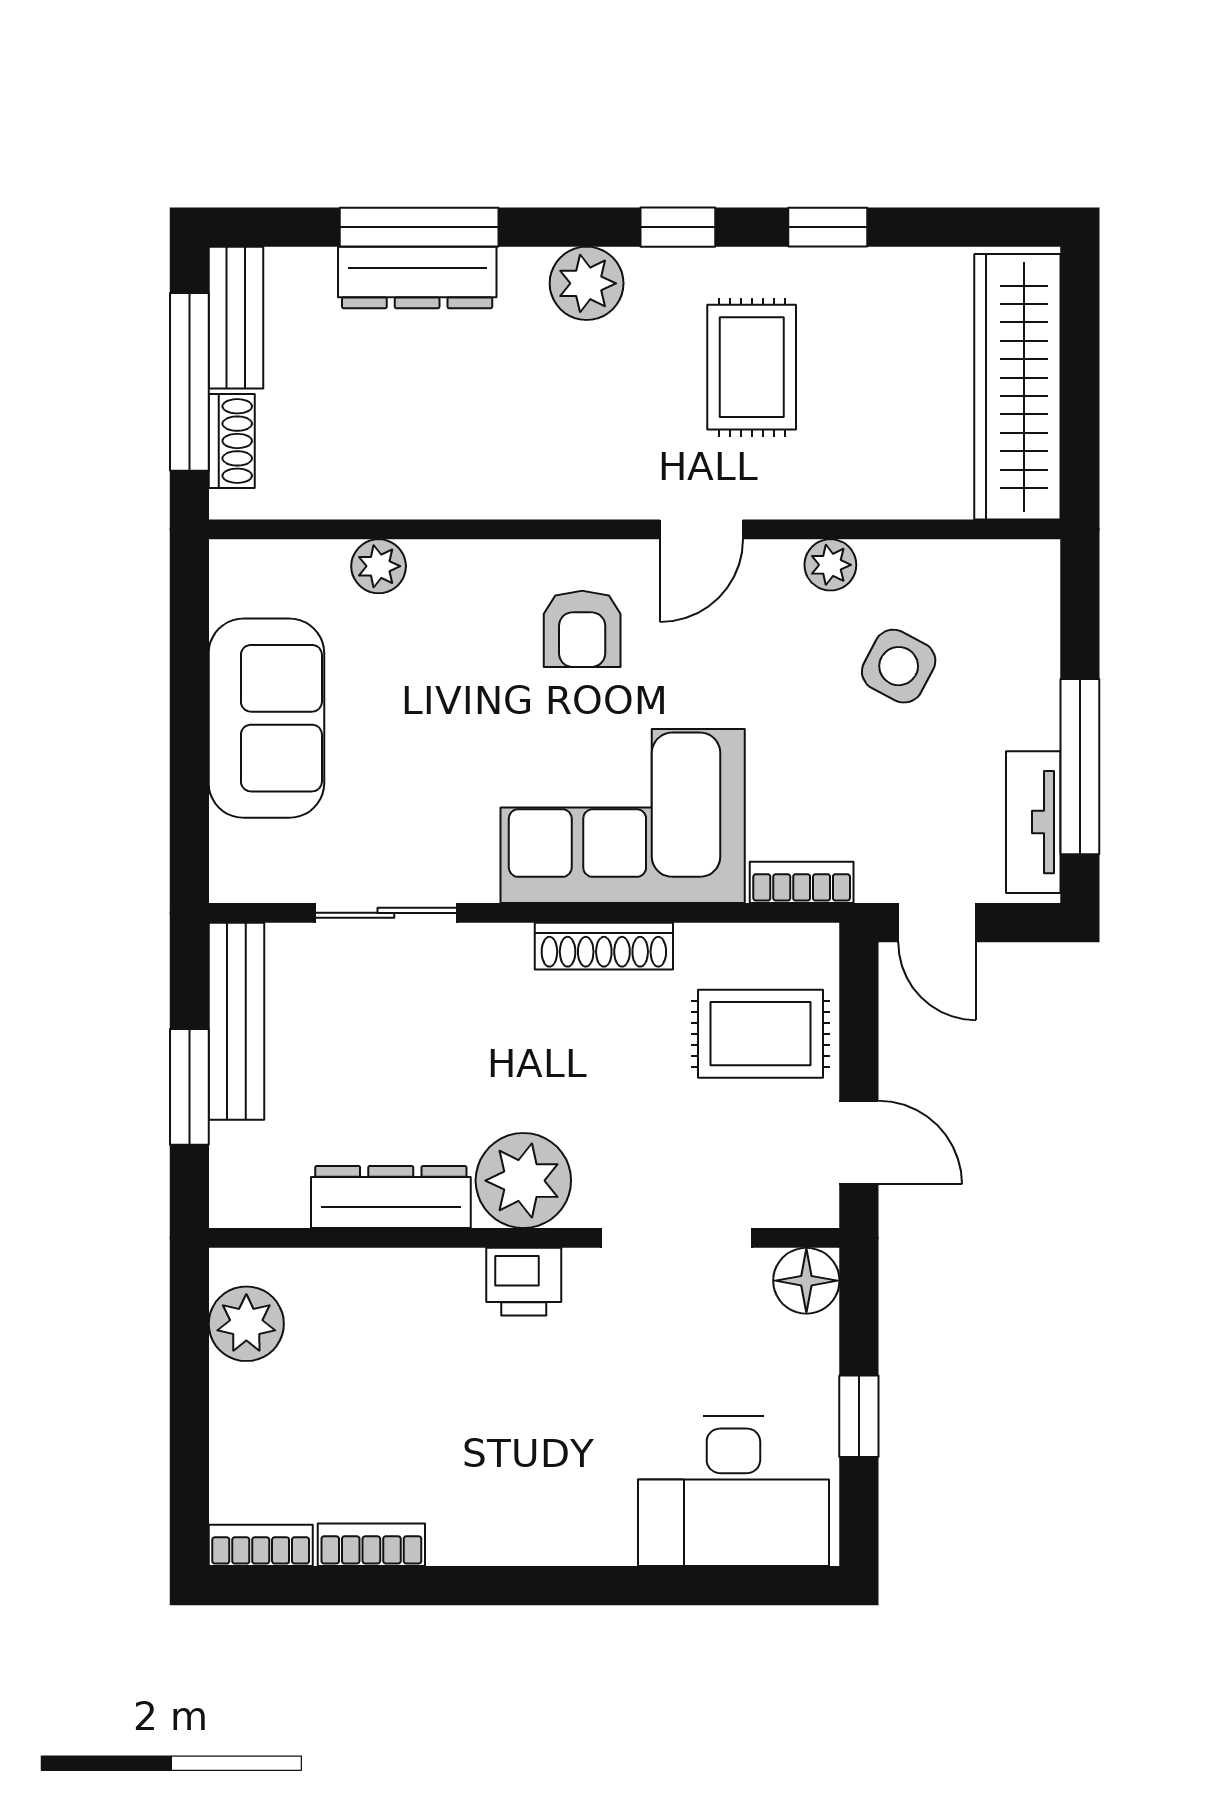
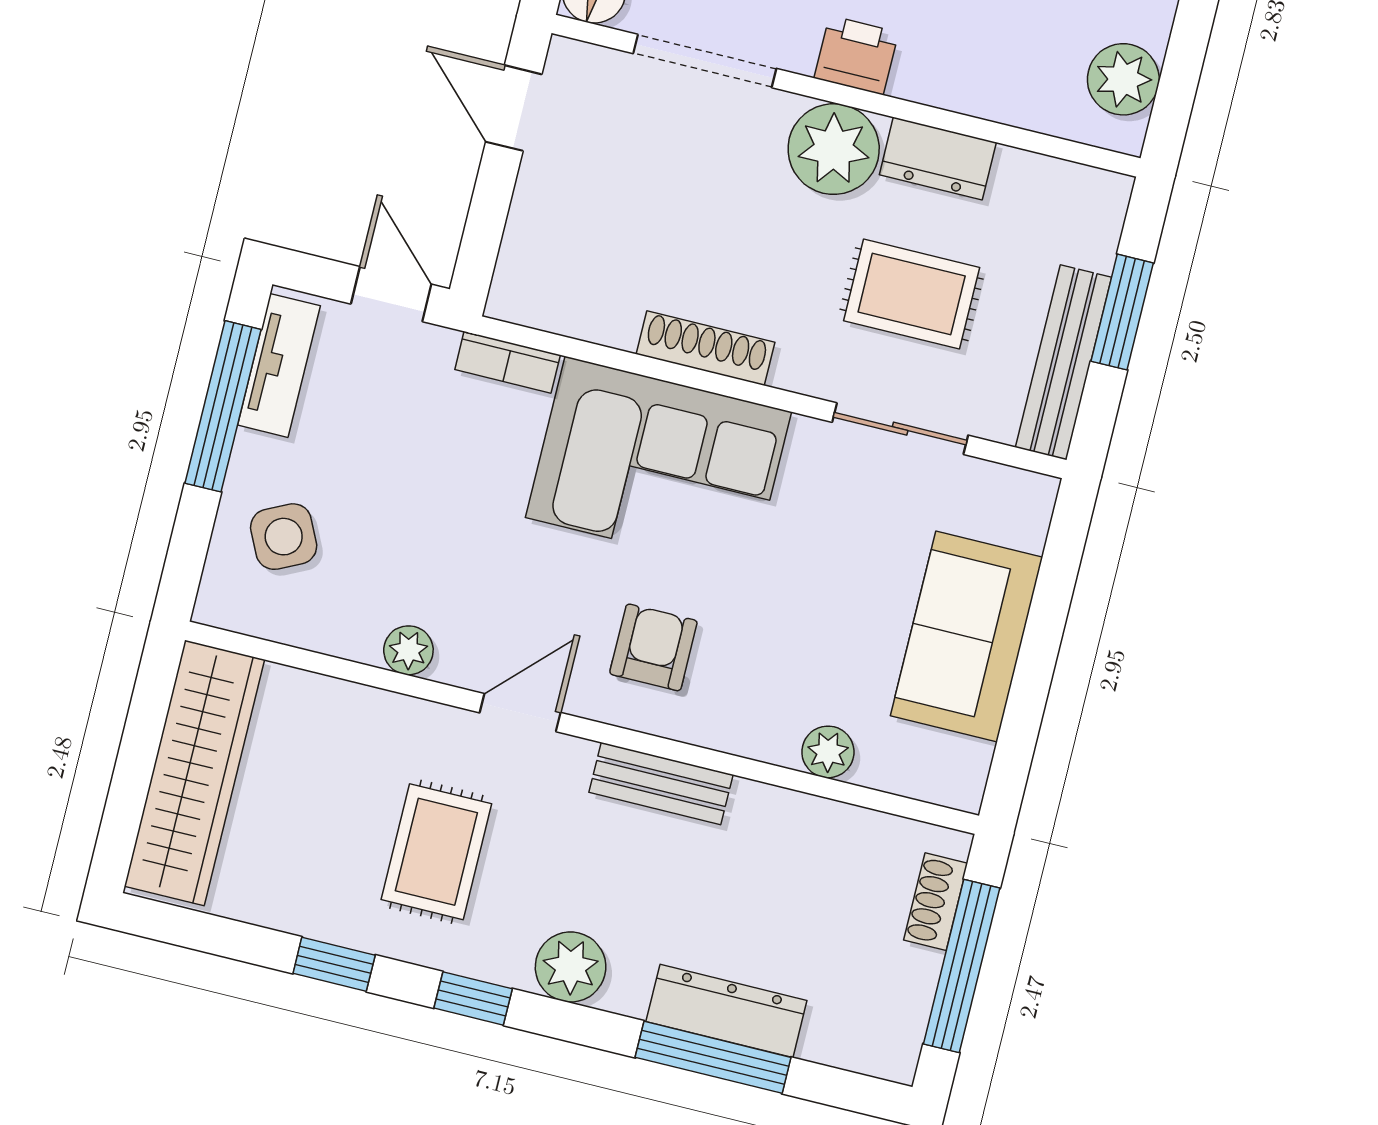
bench: (236, 318) -> (661, 783), moved, turned 90
side table: (899, 666) -> (284, 537), moved, turned 36
rug: (760, 1034) -> (912, 294), moved
dresser: (391, 1197) -> (938, 159), width x0.70

